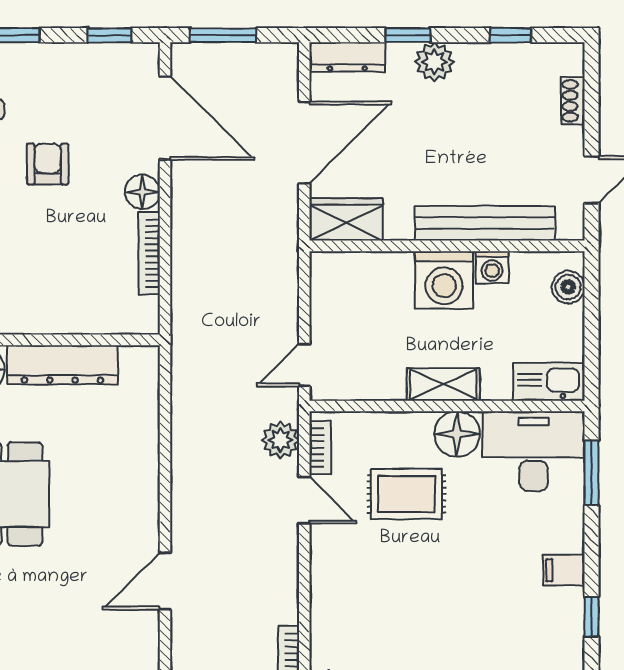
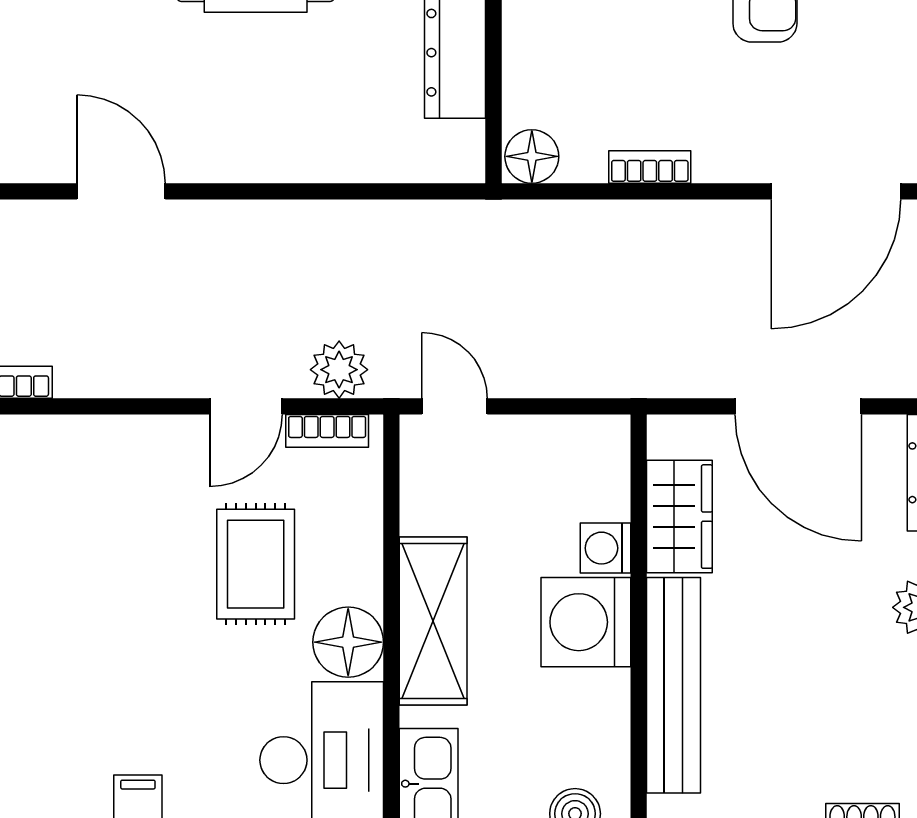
floor lamp: (142, 192) -> (532, 156), moved
wardrobe: (346, 219) -> (679, 517), moved
bookcase: (149, 253) -> (650, 167), width x0.64
washing machine: (492, 267) -> (605, 548), moved
shelving: (443, 384) -> (433, 621), width x1.50, depth x1.33

